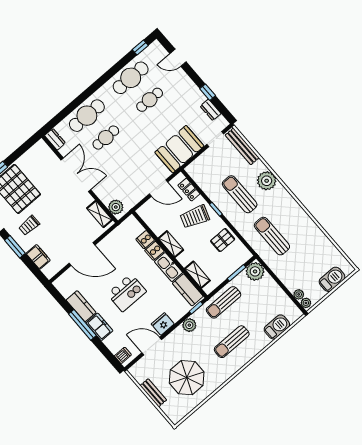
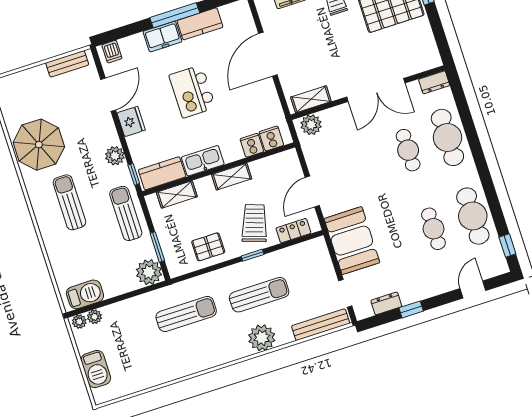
pallet: (223, 240) -> (208, 247), turned 90
cooker: (154, 251) -> (271, 138), moved
barbecue: (277, 327) -> (85, 294), moved, turned -90
parasol: (187, 378) -> (39, 145), moved
bench: (153, 393) -> (67, 64), moved

